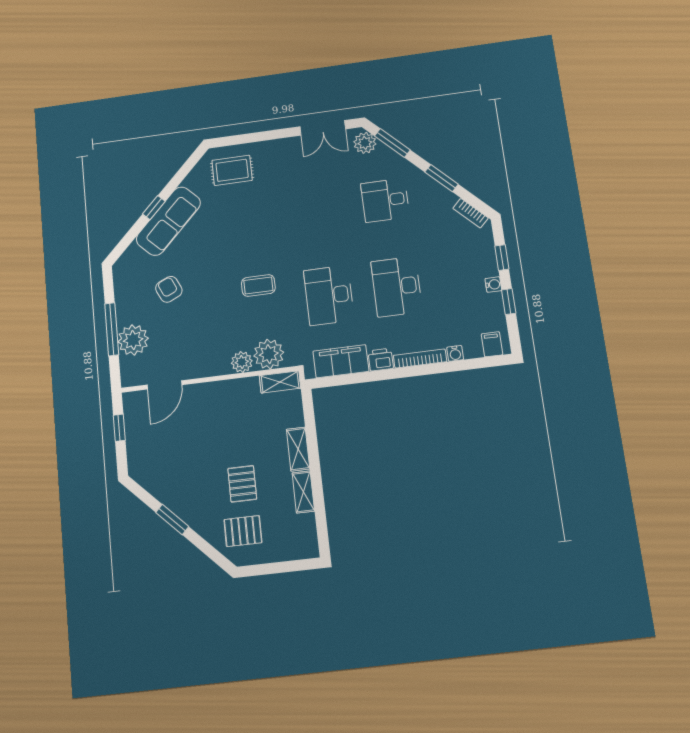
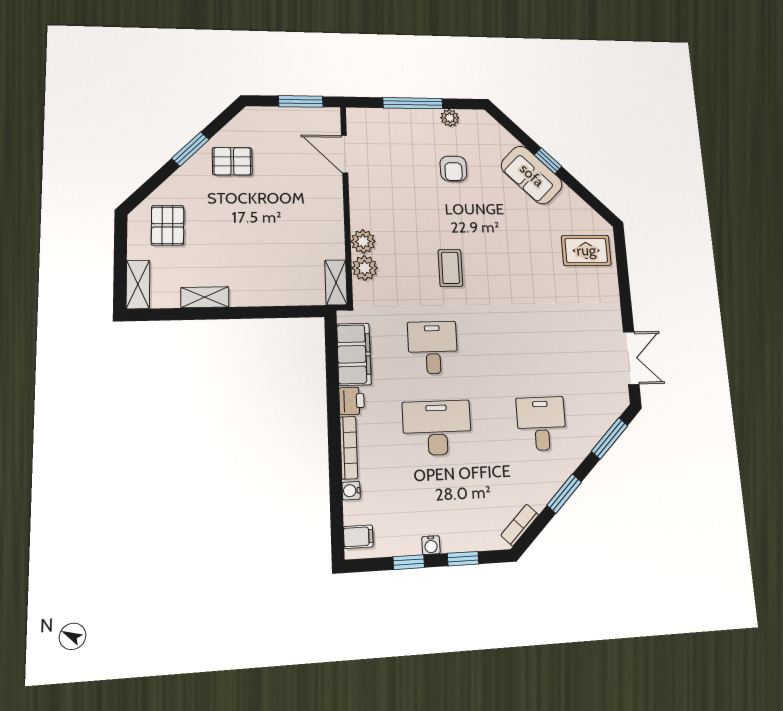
double door: (323, 128) -> (631, 358), swing flipped
plant: (365, 143) -> (611, 406), removed
rug: (232, 170) -> (586, 250), turned 90
sofa: (168, 221) -> (532, 175), width x0.73
armchair: (169, 289) -> (453, 169), turned 115
desk: (329, 295) -> (433, 347), width x0.73
plant: (133, 340) -> (450, 118), moved, width x0.53, depth x0.53
plant: (269, 354) -> (365, 268), width x0.73, depth x0.73
window: (119, 428) -> (301, 101), width x1.50
shelving: (298, 449) -> (138, 284), moved, turned 90
pallet: (242, 484) -> (232, 161), moved

